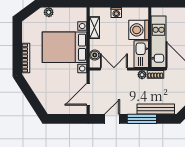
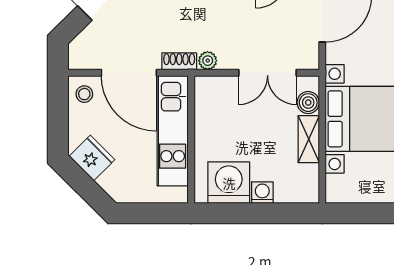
shelving: (94, 28) -> (309, 139), moved
washing machine: (139, 30) -> (229, 183), moved, turned -90
kitchen sink: (141, 54) -> (209, 104), removed

